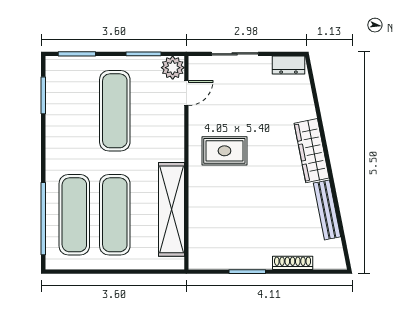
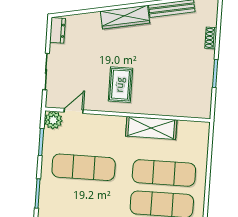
door: (186, 93) -> (74, 111), hinge flipped
shelving: (171, 209) -> (151, 128), width x0.68
shoe rack: (293, 263) -> (211, 38), width x0.70

